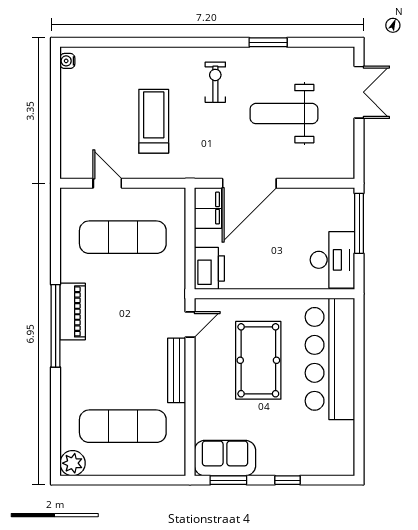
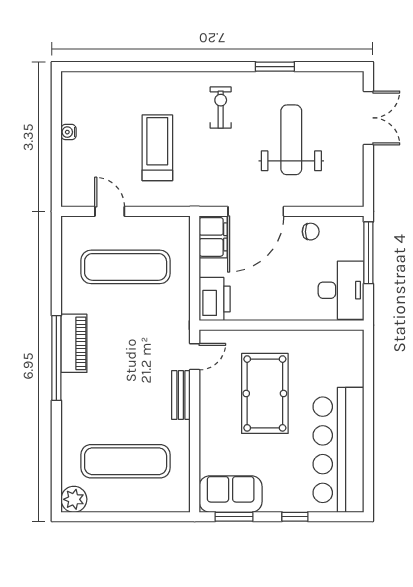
water cooler: (67, 61) -> (69, 132), moved
weight bench: (284, 114) -> (291, 140), turned 90
chair: (303, 203) -> (311, 232), added
bar counter: (330, 359) -> (338, 450), moved
bench: (177, 370) -> (181, 395), width x0.73

